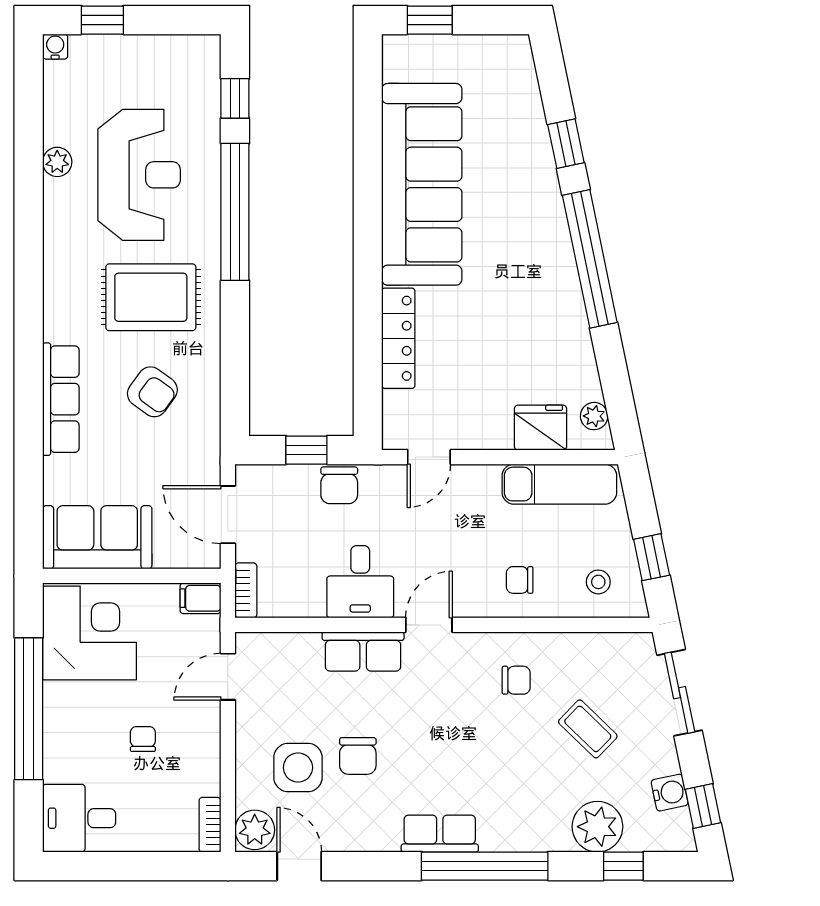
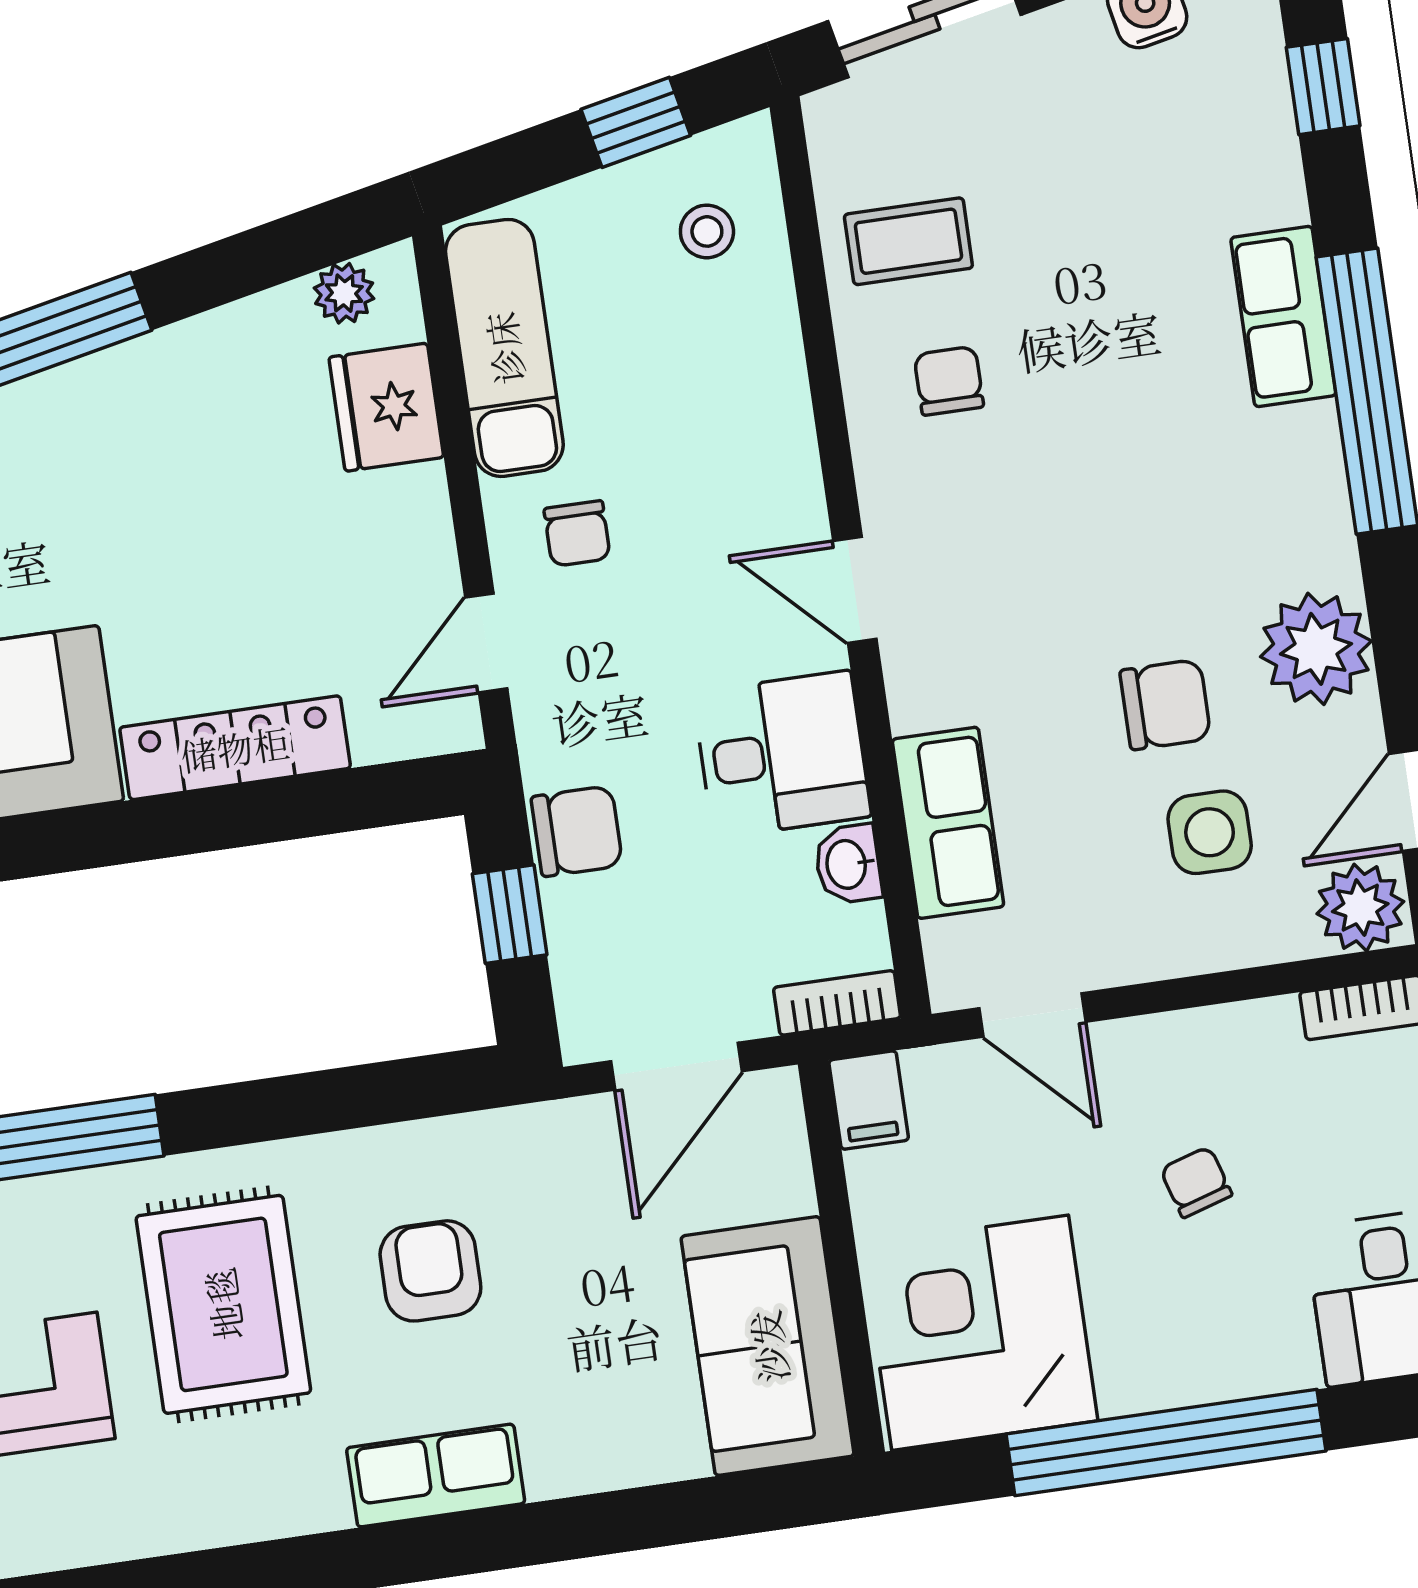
armchair: (152, 392) -> (430, 1271), turned -36
row of seats: (61, 399) -> (436, 1476), width x0.68
door: (429, 457) -> (486, 643), swing flipped
chair: (520, 580) -> (577, 533), moved
washbasin: (307, 604) -> (848, 864), added
row of seats: (363, 651) -> (948, 823), moved
coffee table: (588, 729) -> (908, 241), moved, turned 46
chair: (143, 739) -> (1196, 1182), turned 73
side table: (298, 768) -> (1210, 832), width x0.73, depth x0.73
plant: (597, 827) -> (1316, 649), moved
row of seats: (440, 834) -> (1283, 316), moved

